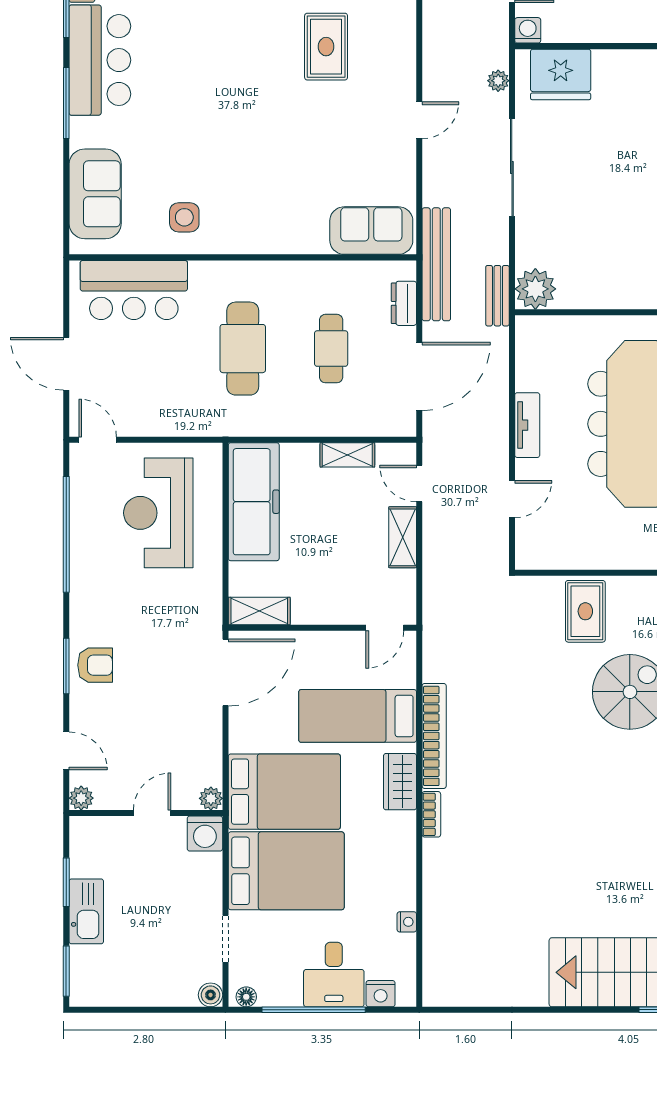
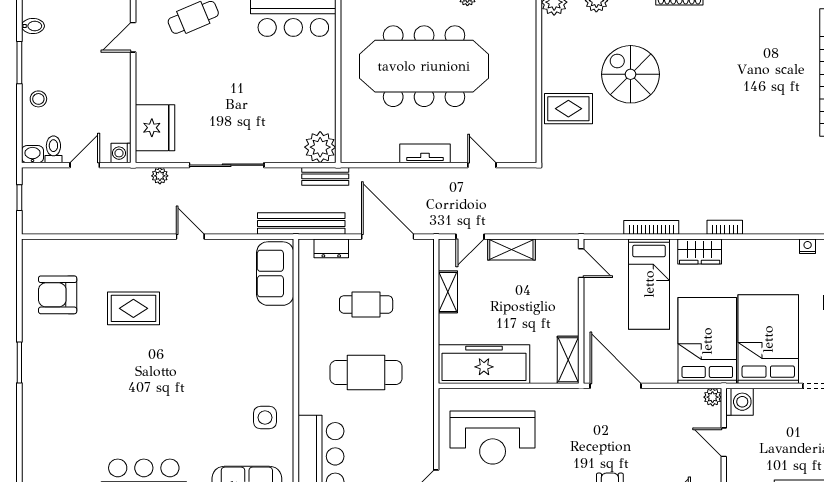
bookcase: (434, 736) -> (651, 227), width x0.68, depth x0.76

